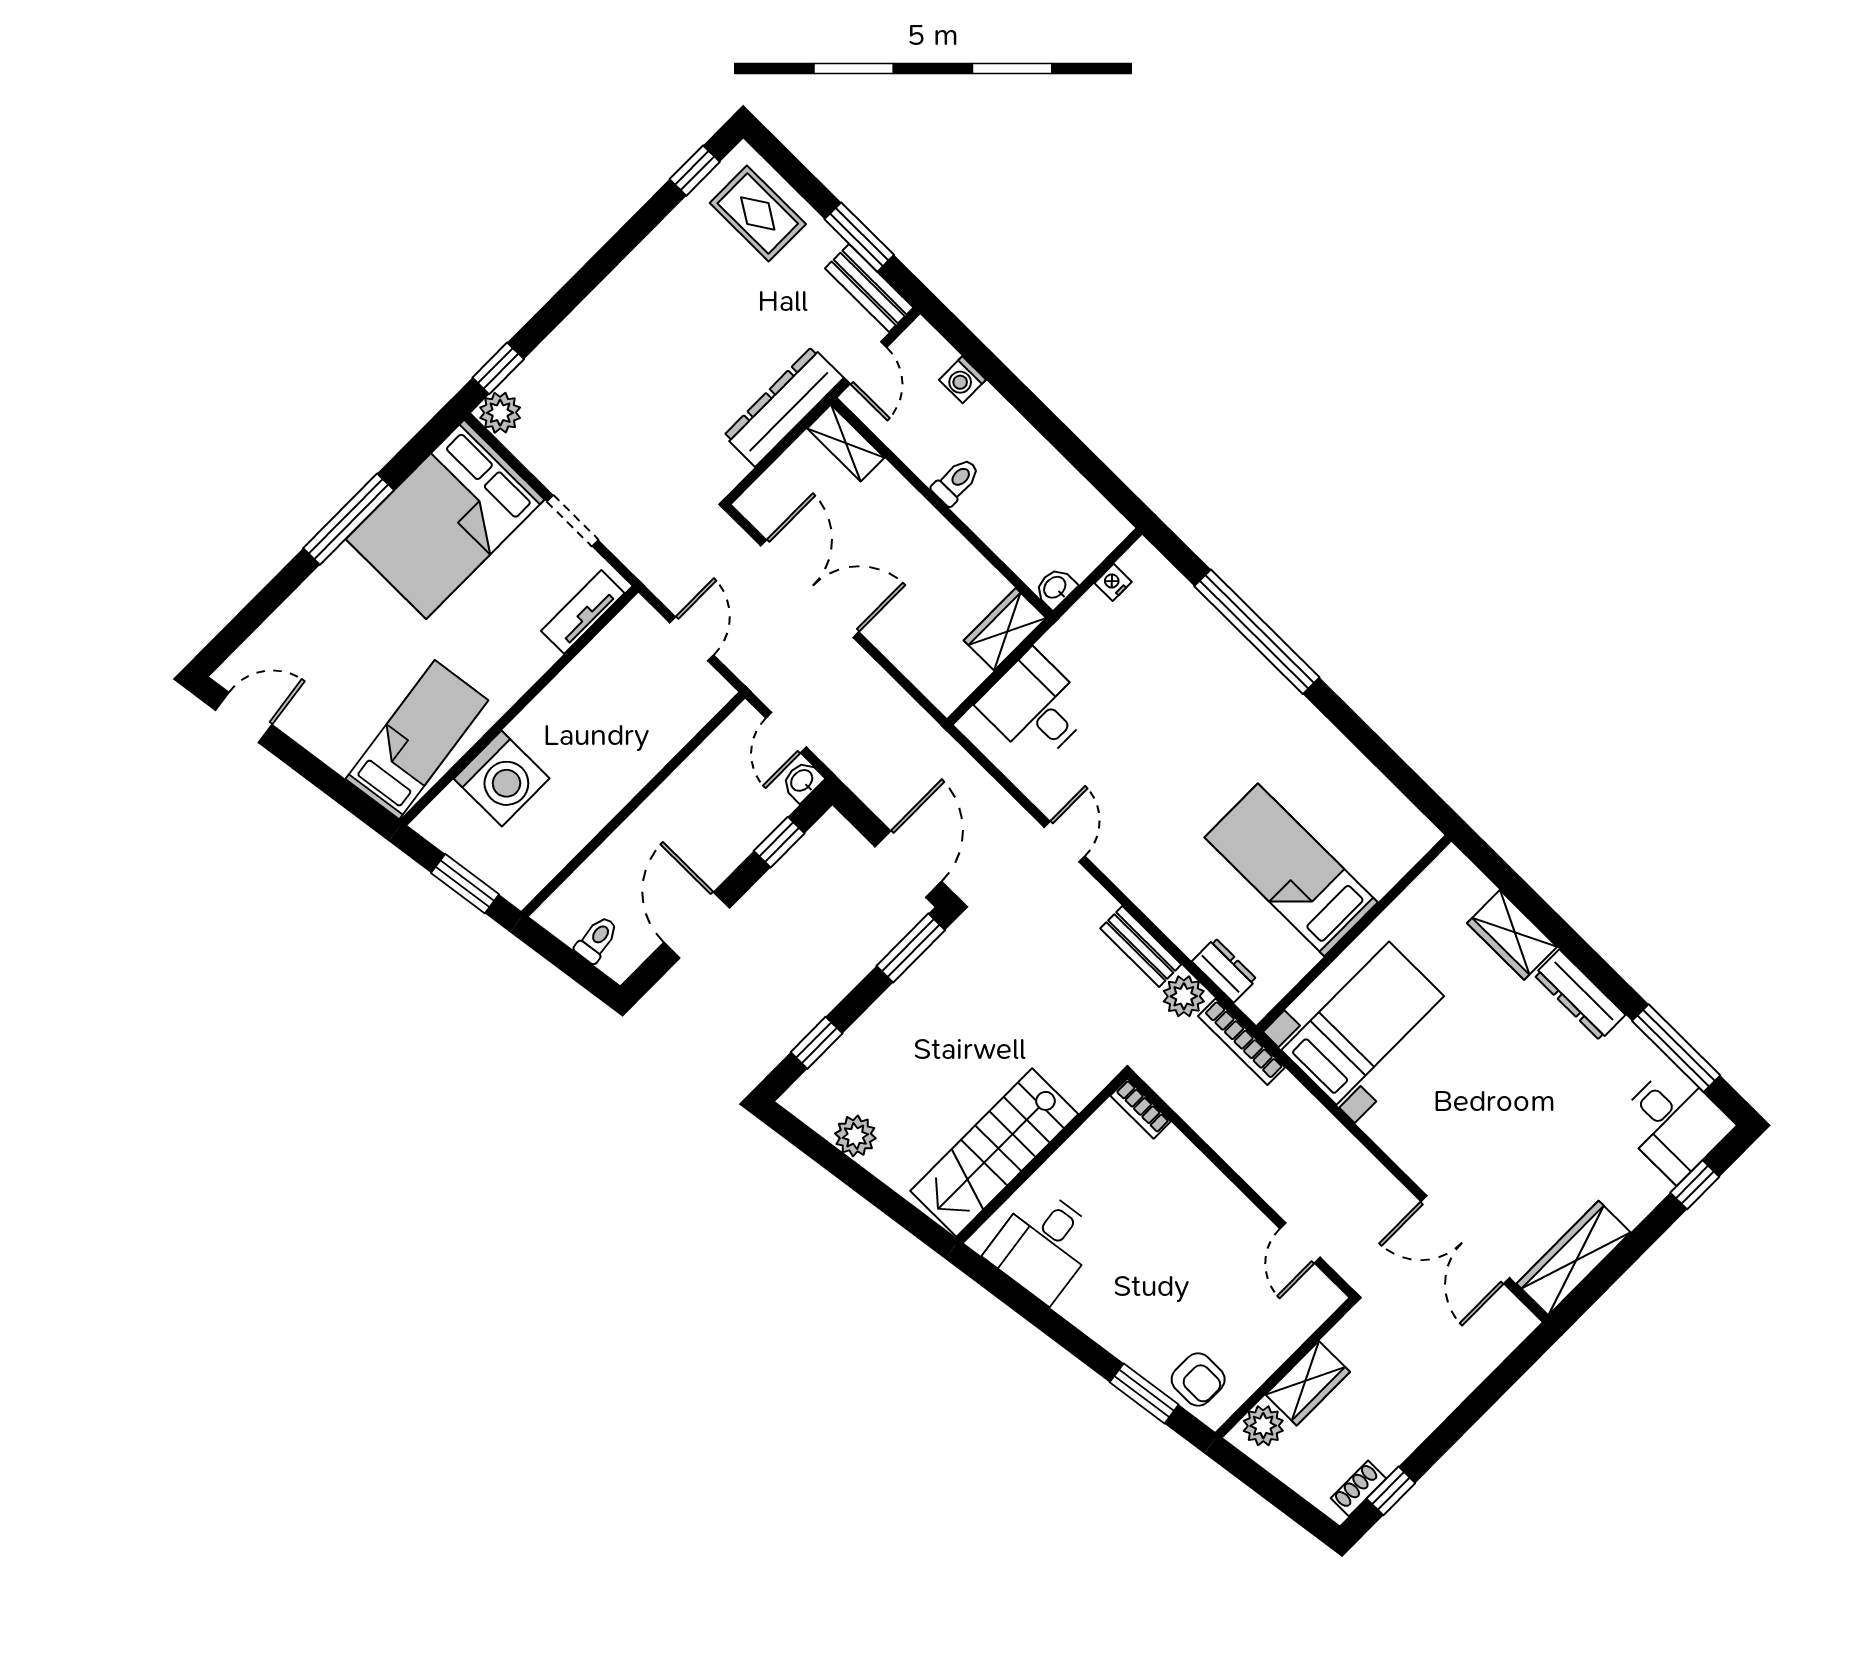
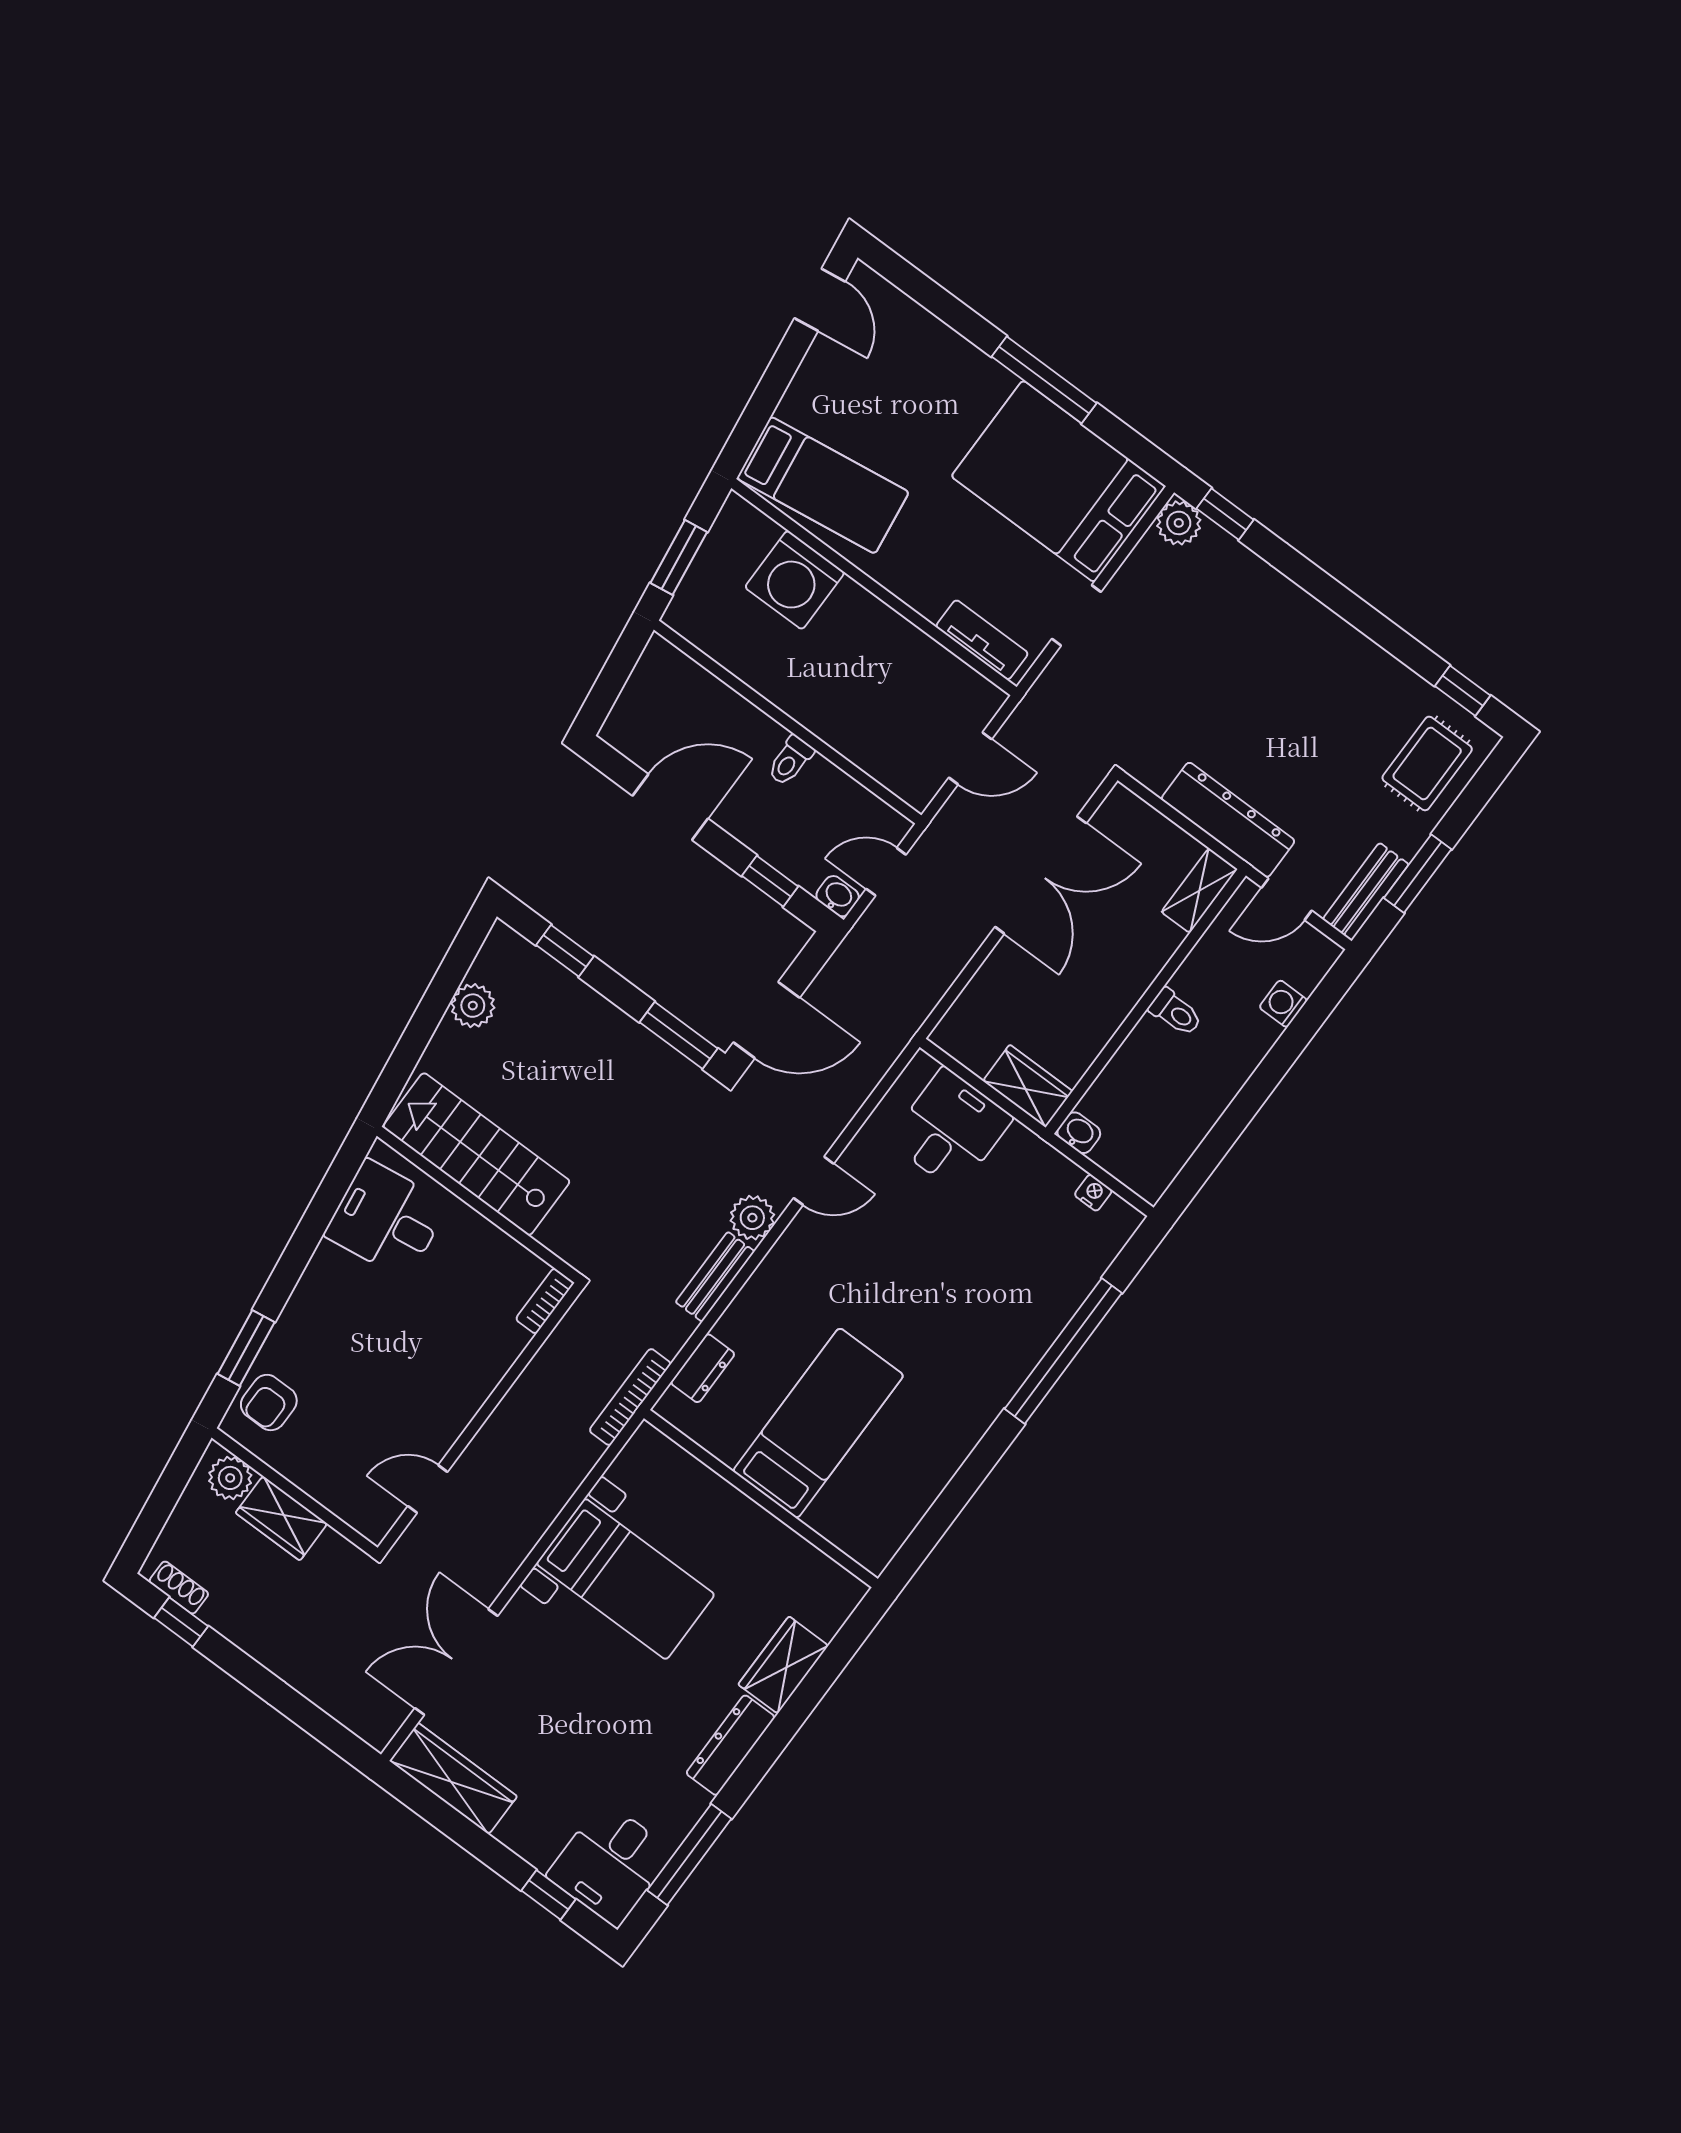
toilet: (597, 939) -> (790, 761), moved, turned 98
plant: (1184, 996) -> (752, 1218), moved
bed with nightstands: (1363, 1023) -> (625, 1579), moved

